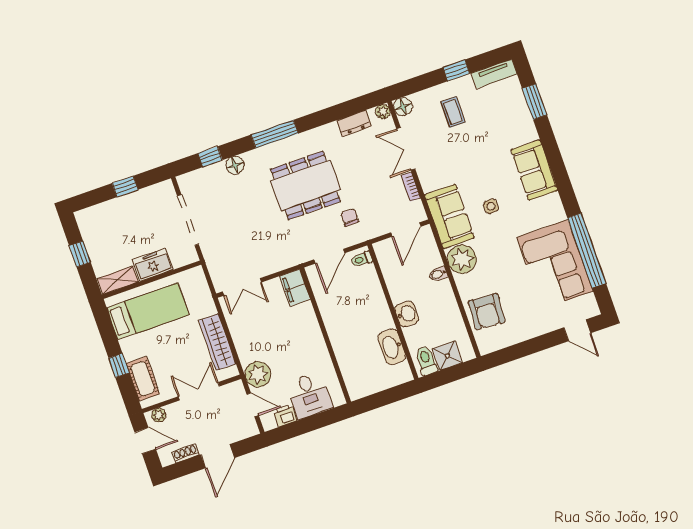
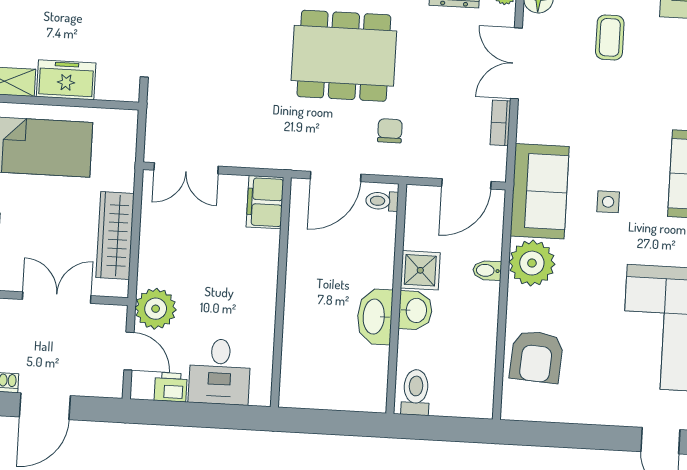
washbasin: (392, 347) -> (375, 317), moved
shower: (447, 356) -> (420, 270), moved

